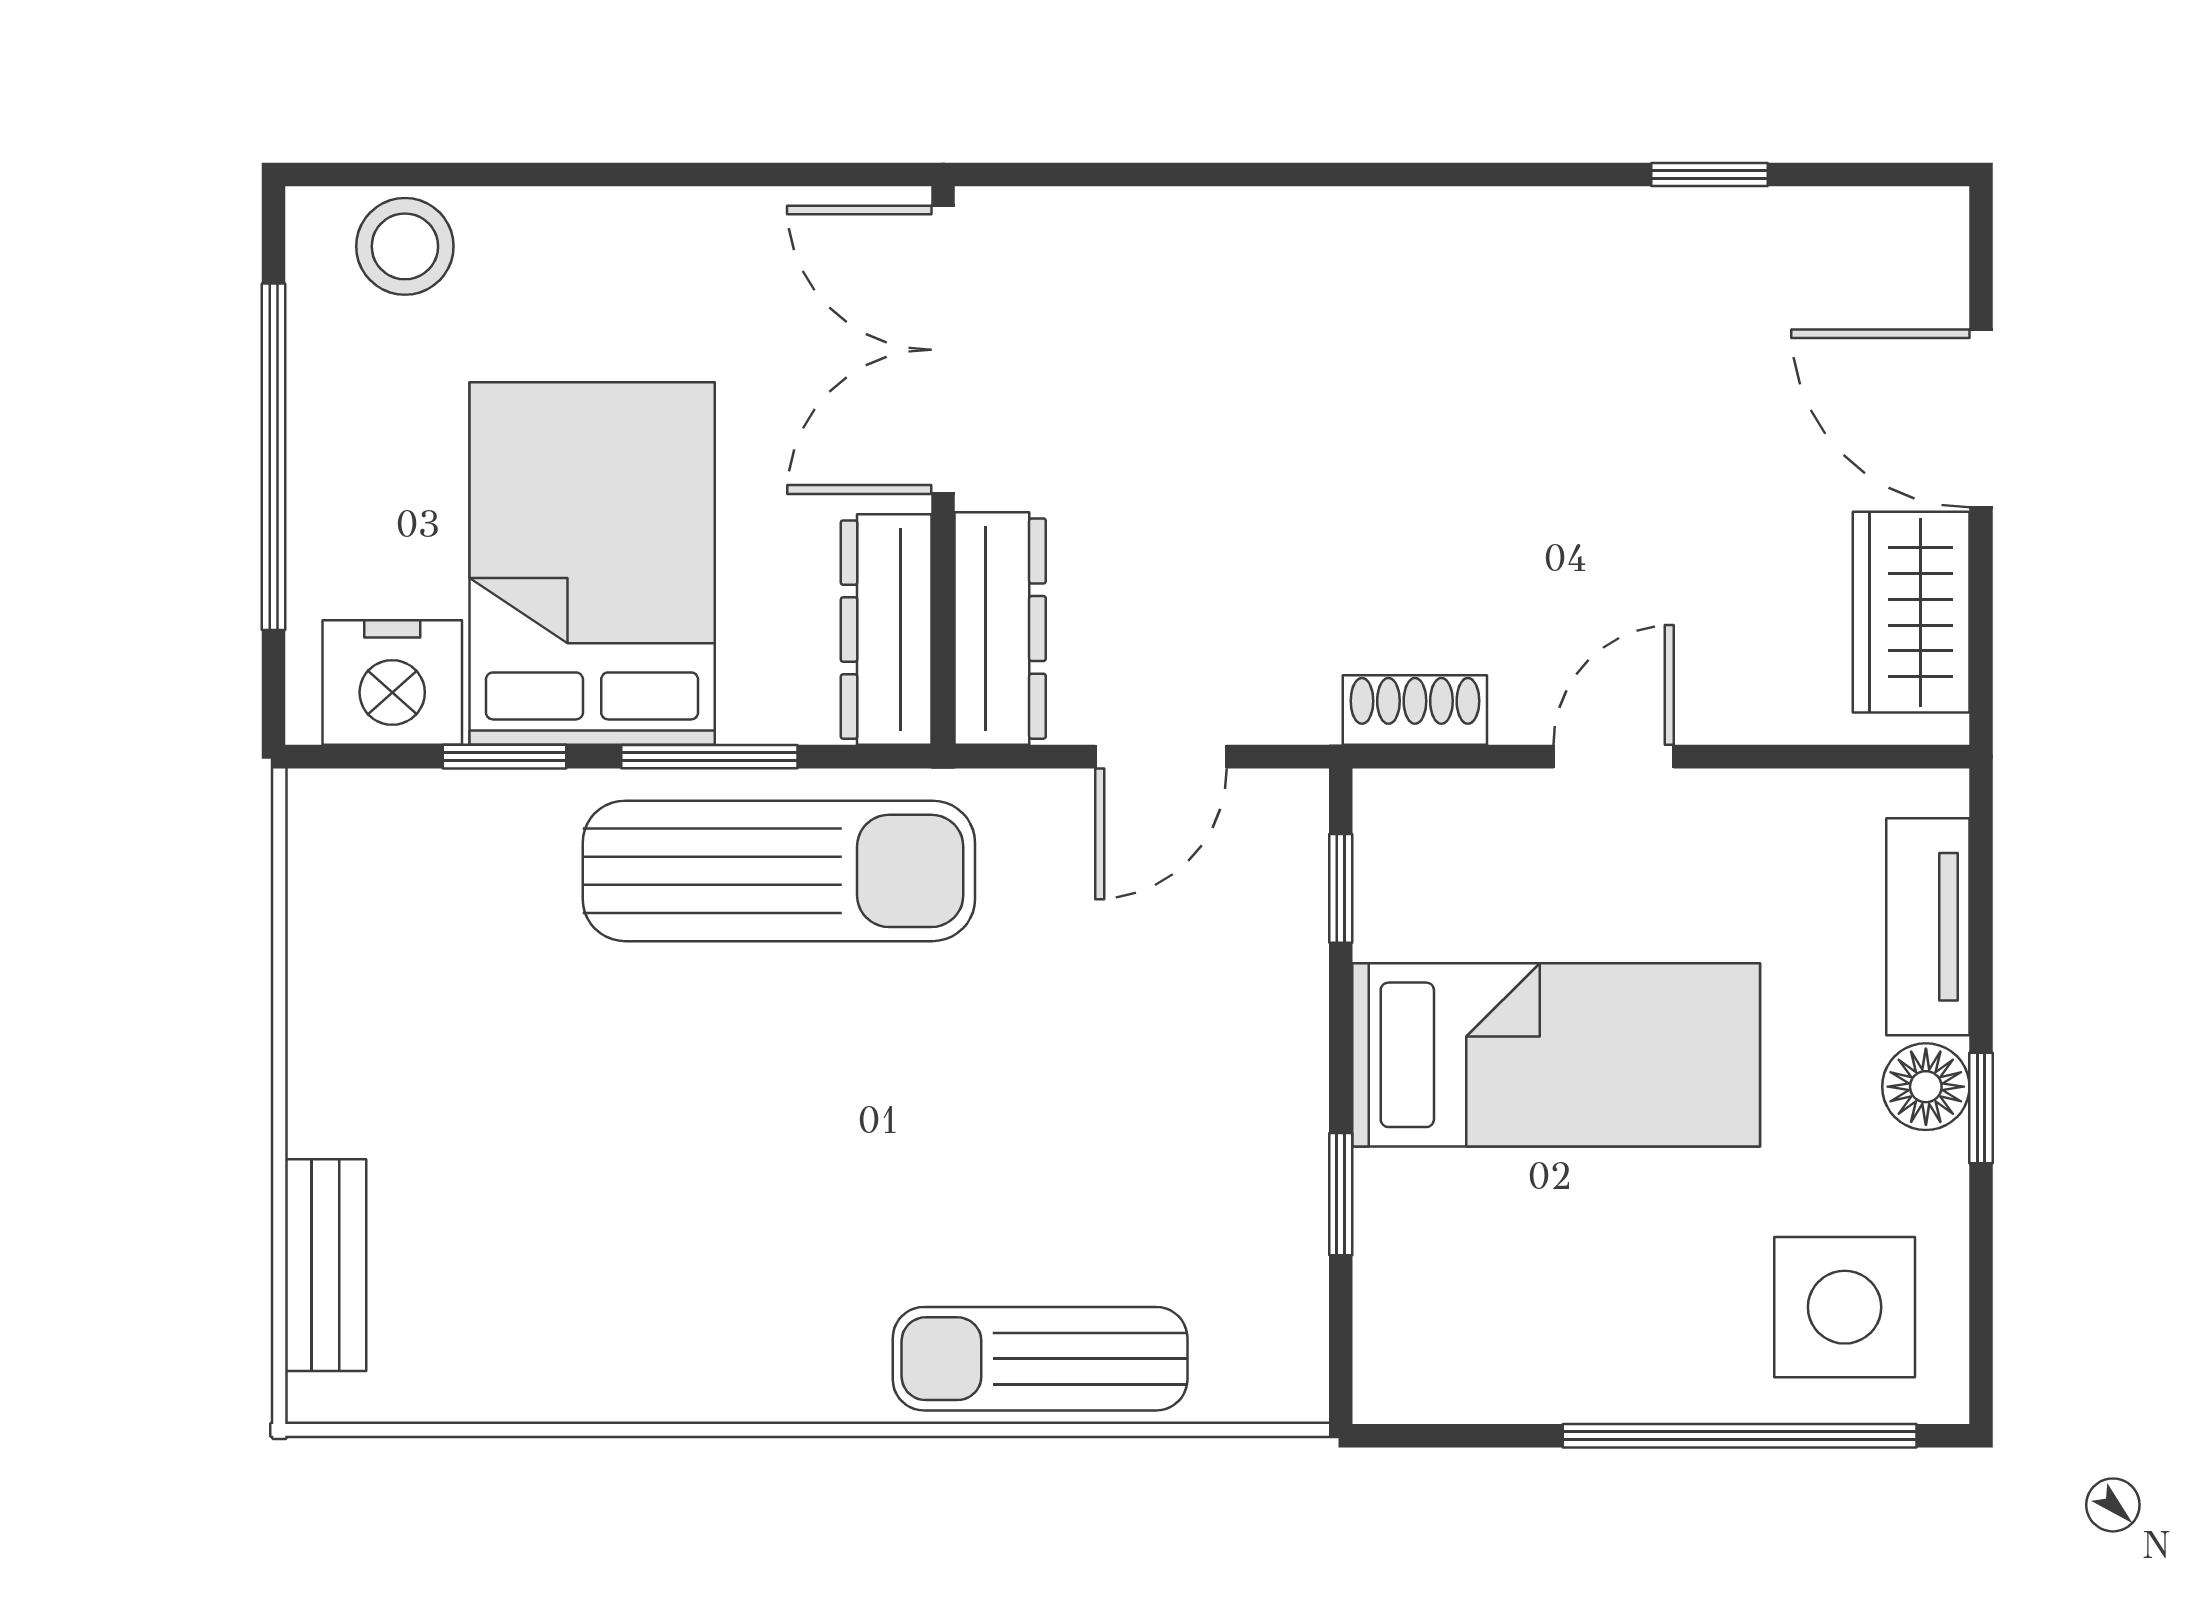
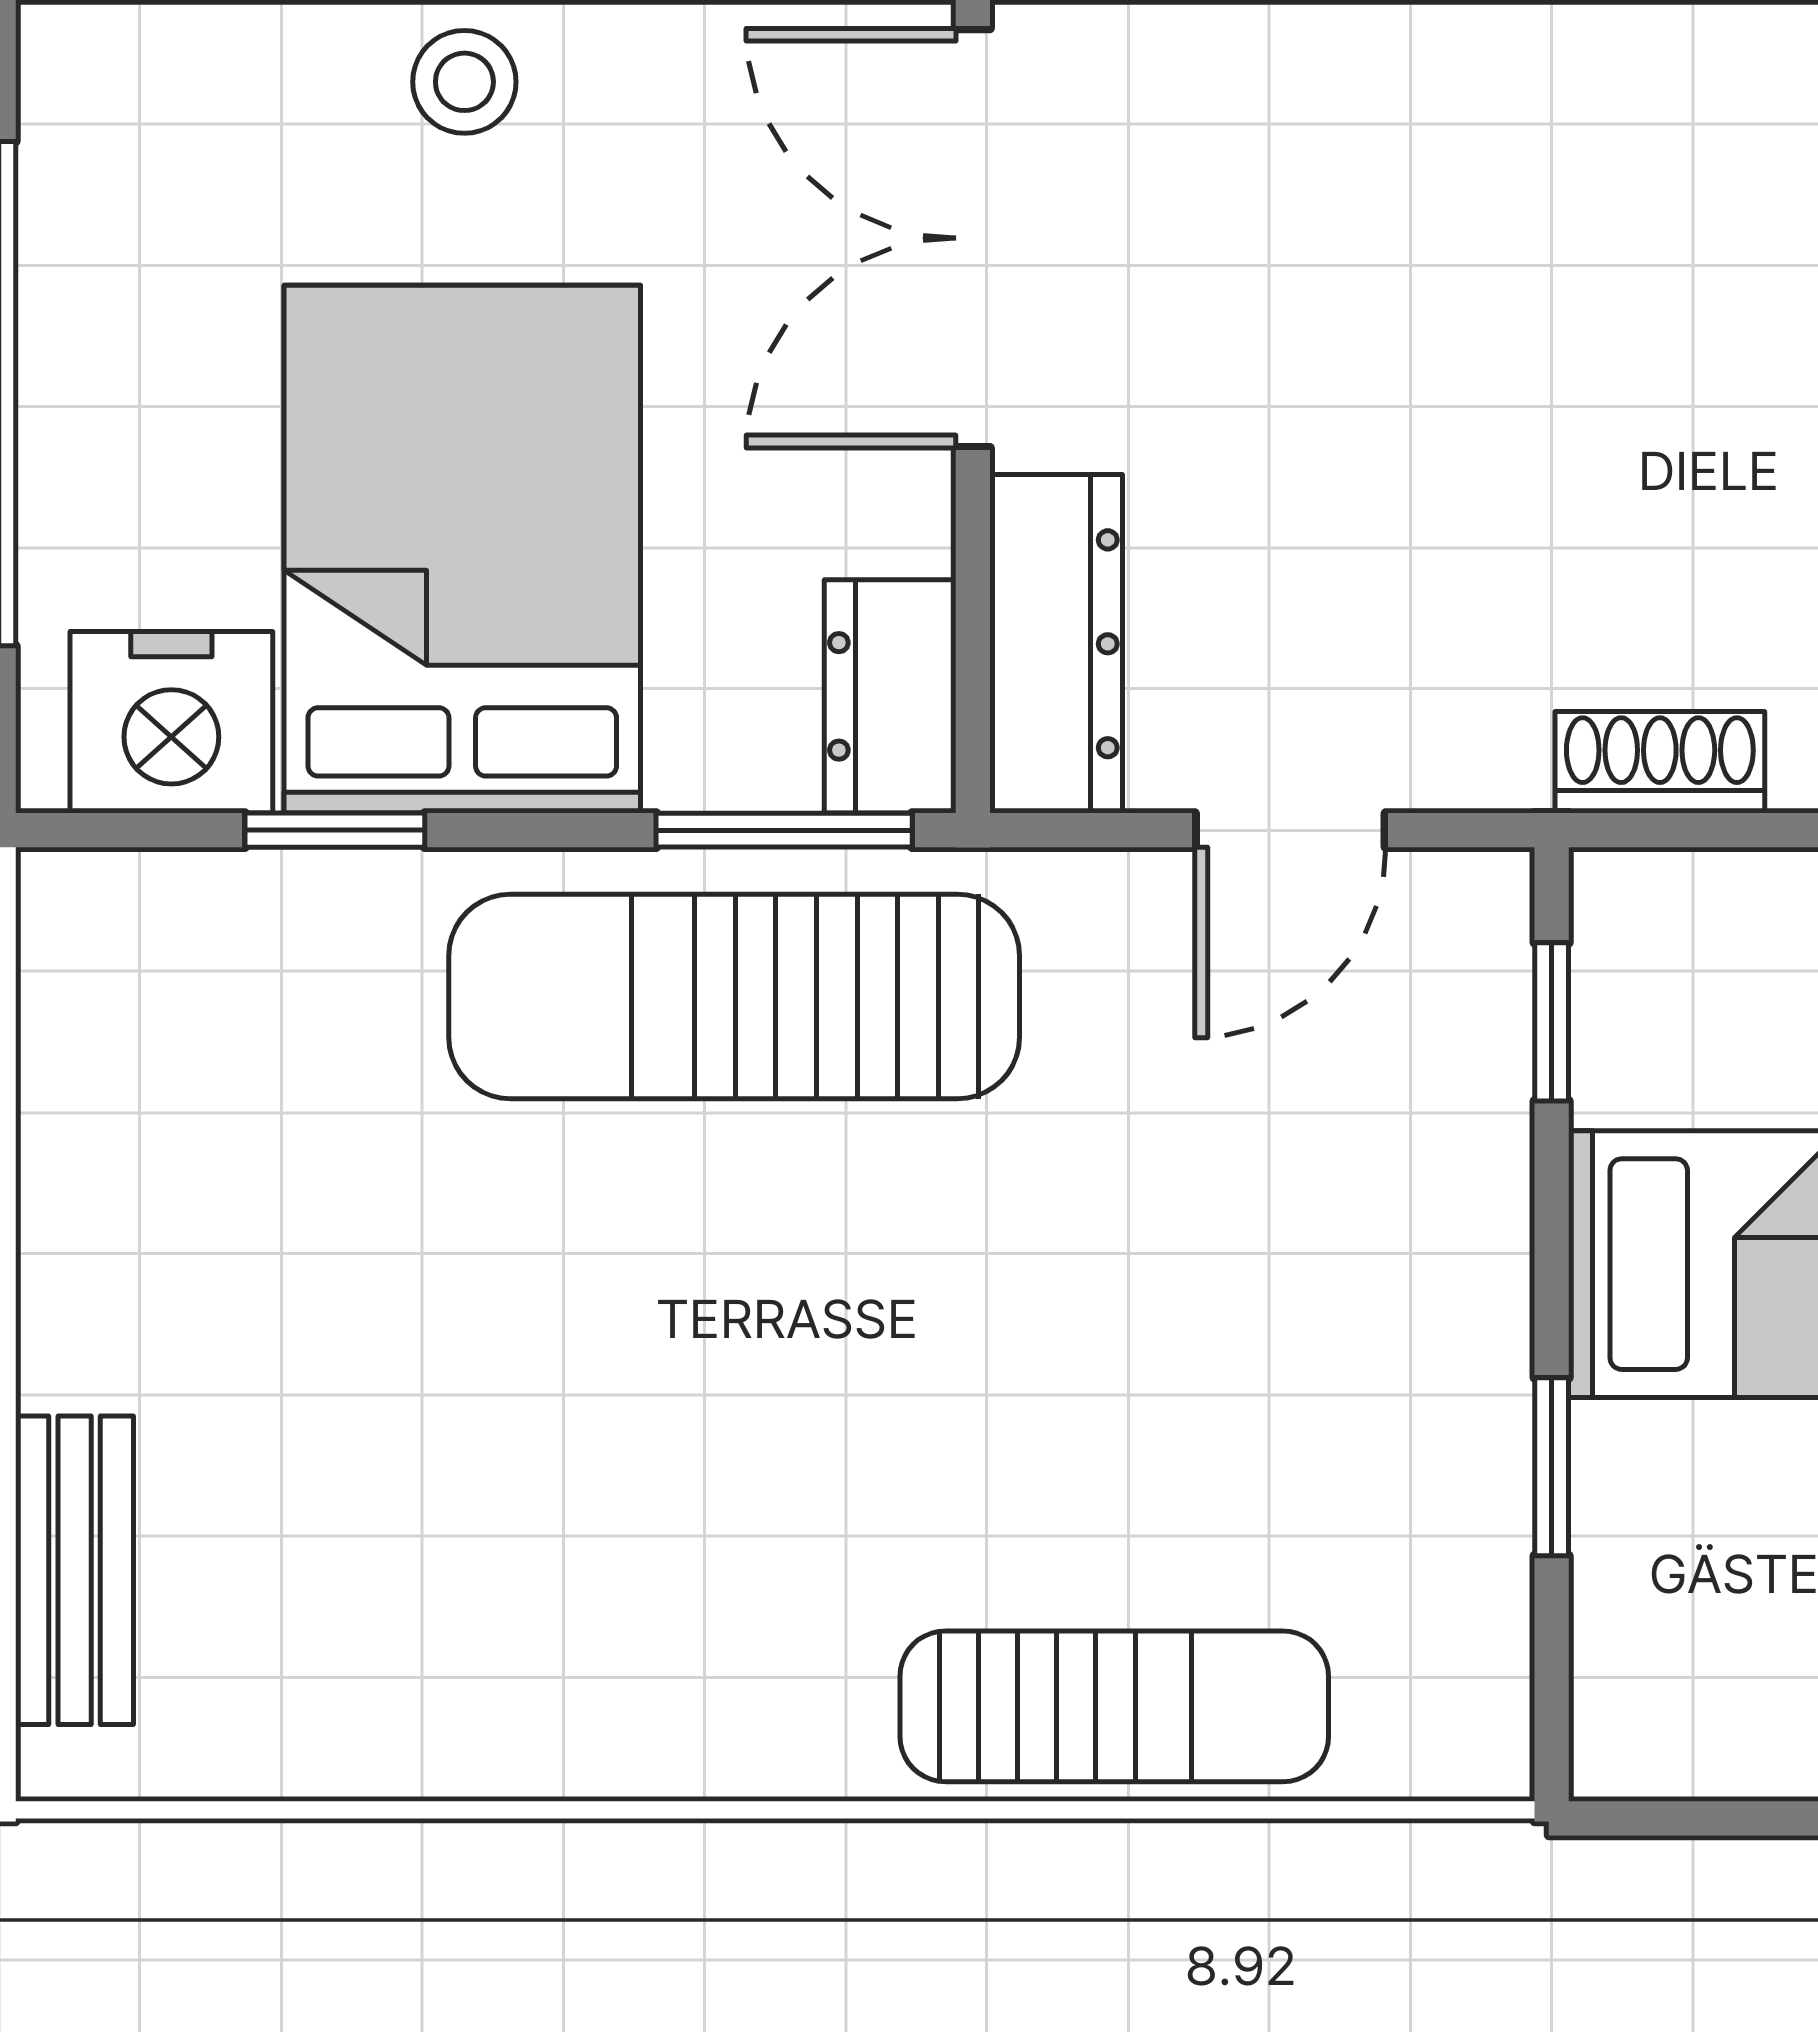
stool: (405, 246) -> (464, 82), moved, width x0.73, depth x0.73
dresser: (886, 630) -> (890, 696), width x0.70
window: (709, 757) -> (784, 830), moved
sun lounger: (779, 871) -> (734, 997), turned 180
sun lounger: (1040, 1359) -> (1114, 1706), turned 180

